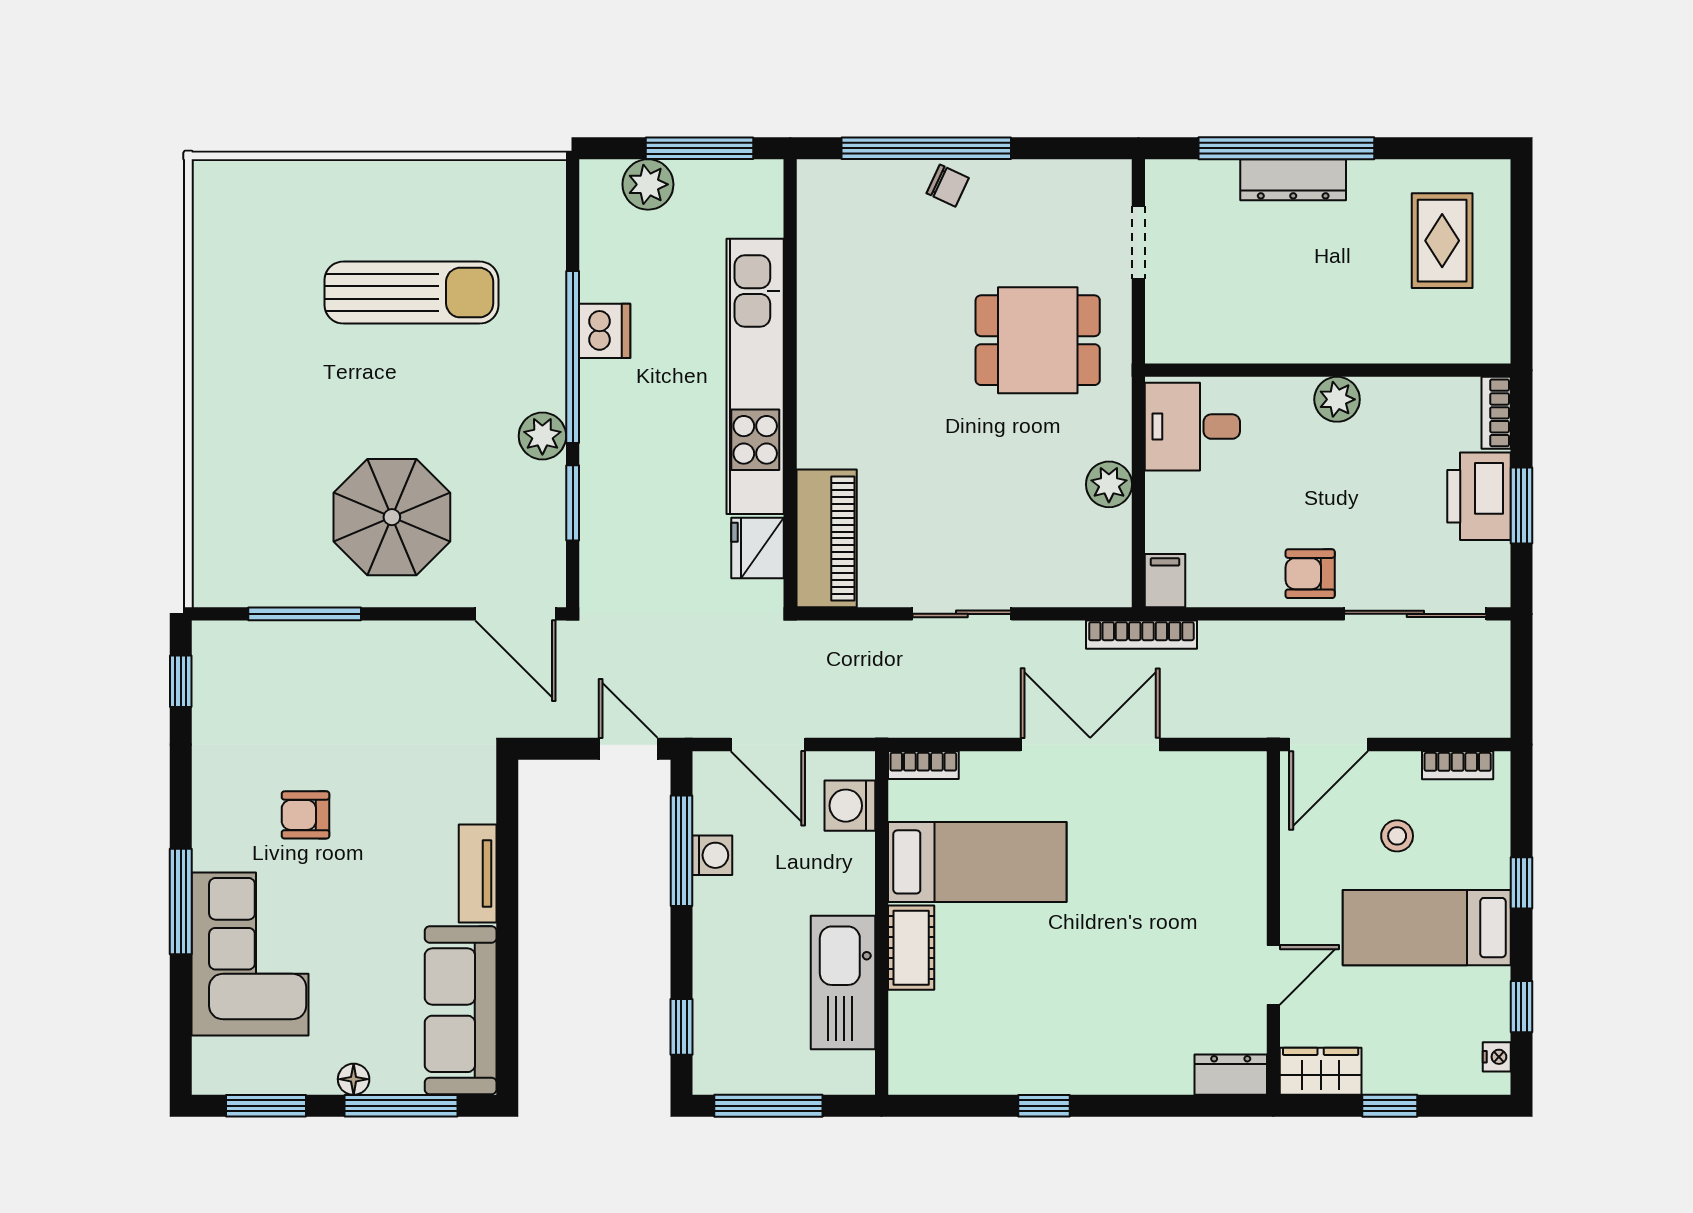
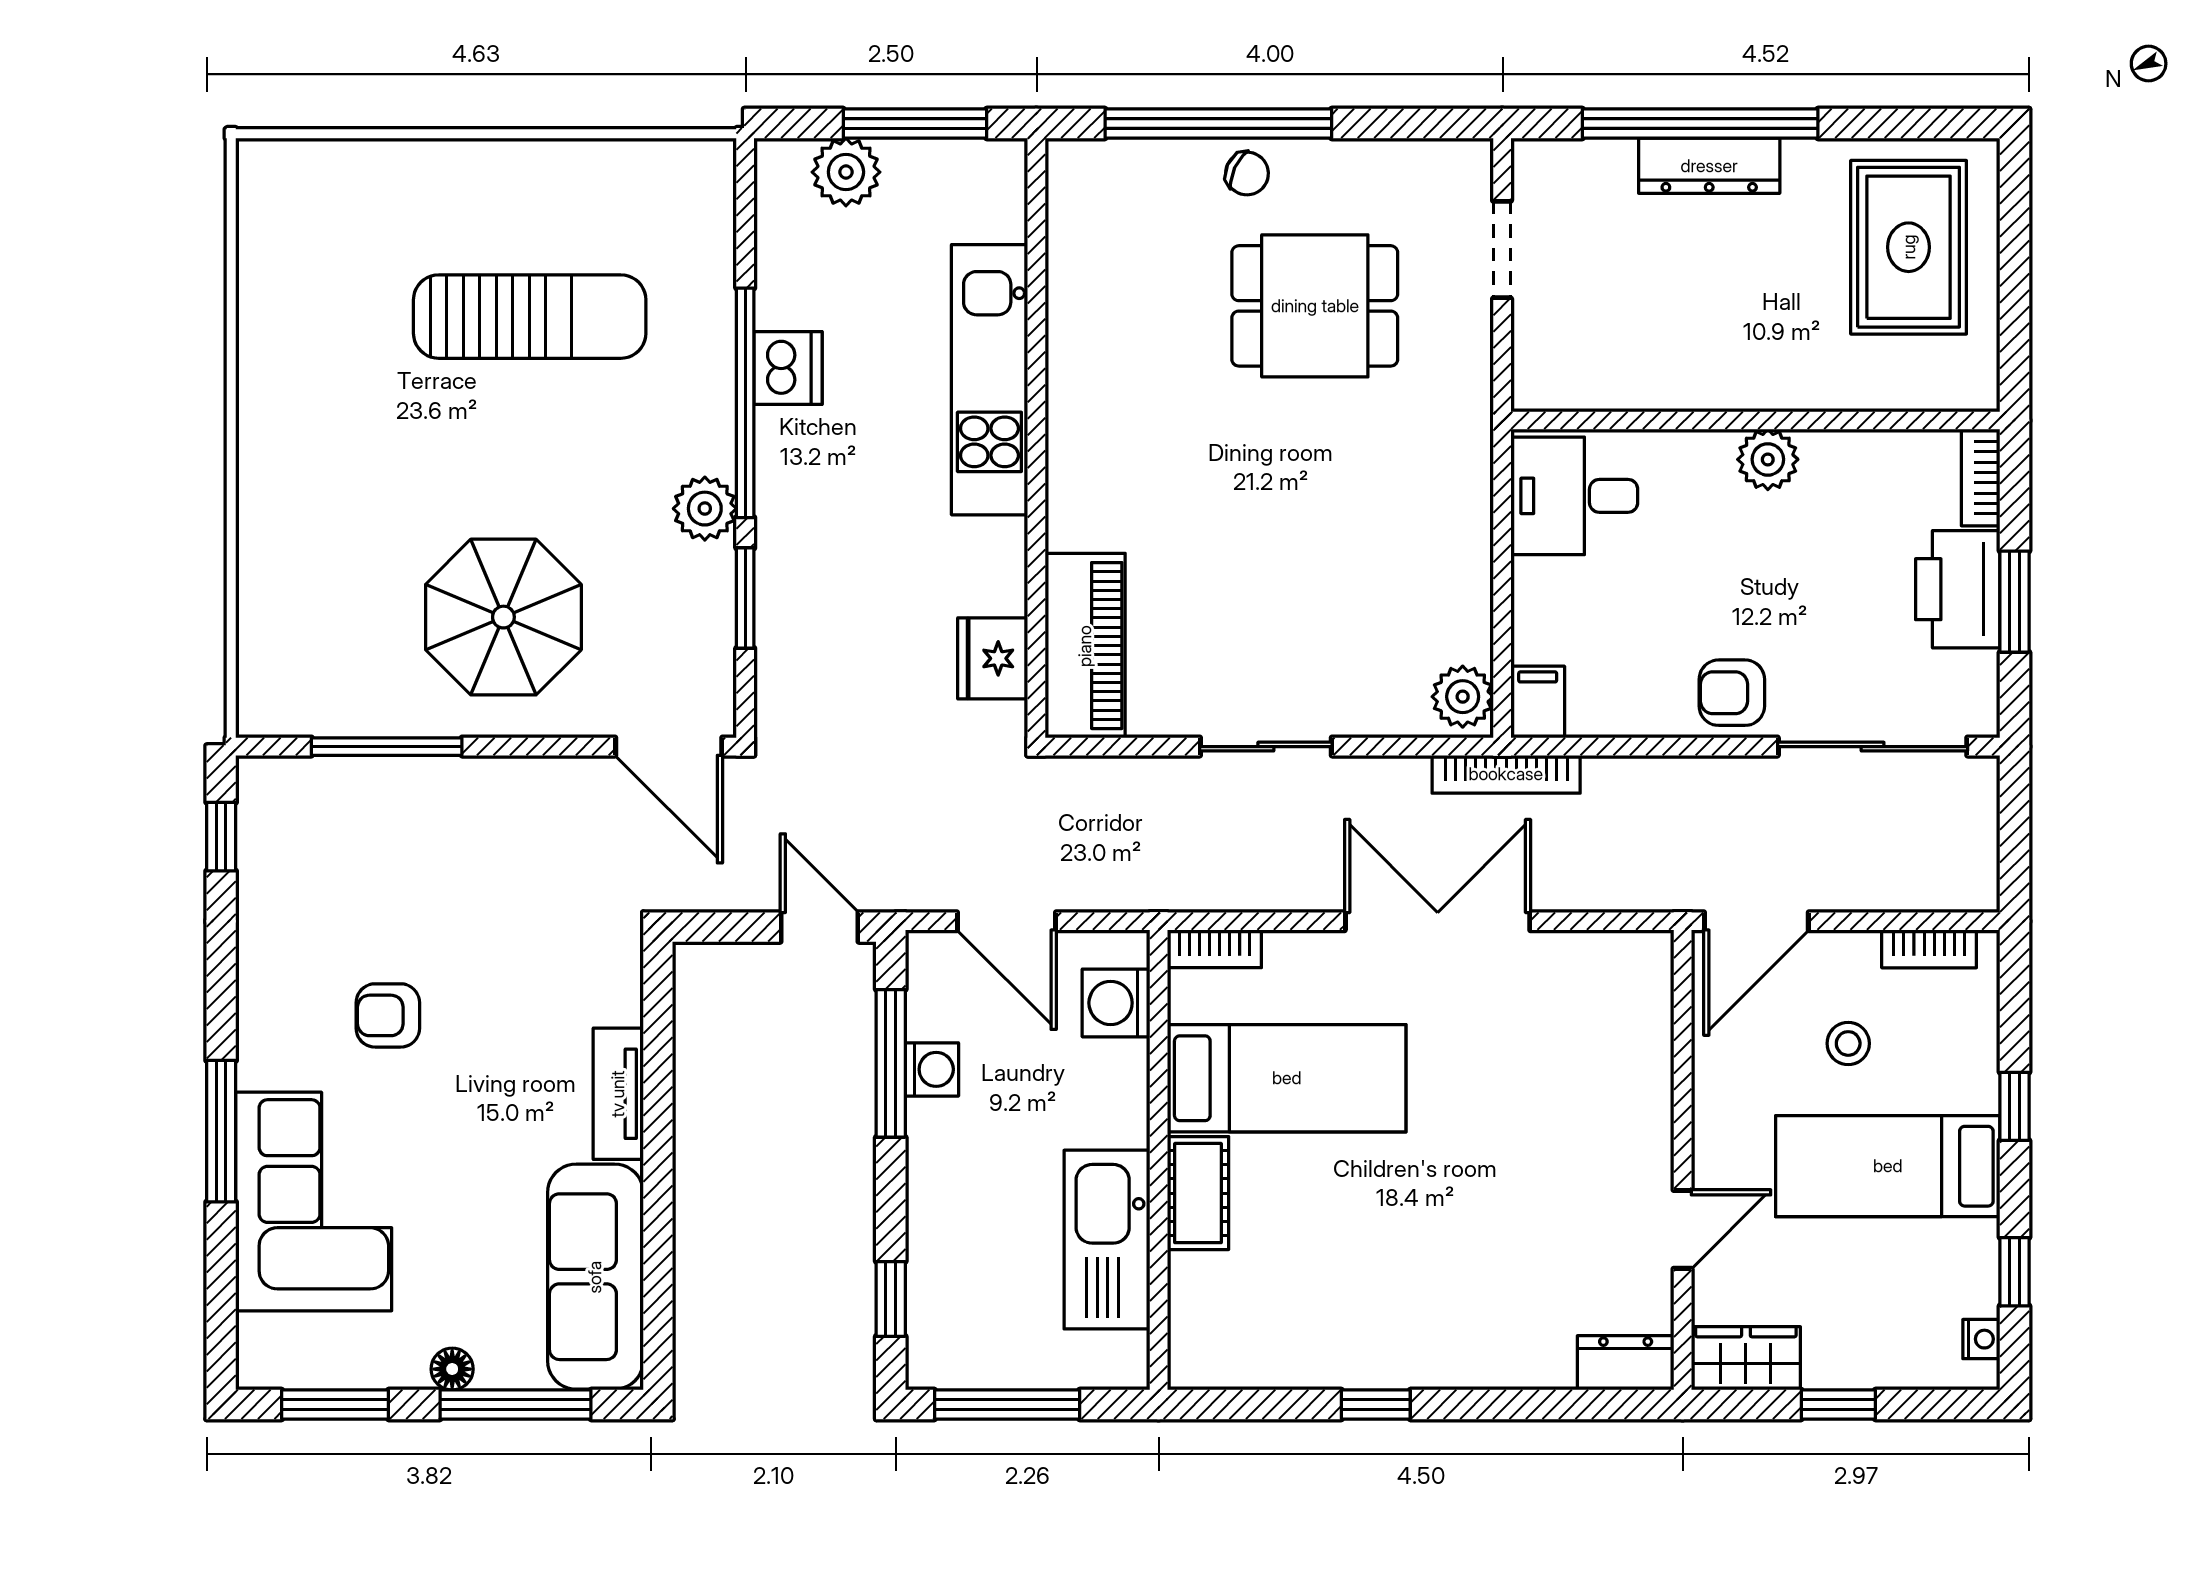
rug: (1442, 241) -> (1909, 247), width x1.36, depth x1.43
dining table: (1038, 340) -> (1315, 306), moved
kitchen unit: (755, 376) -> (989, 380), width x0.73
plant: (1109, 484) -> (1463, 697), moved

